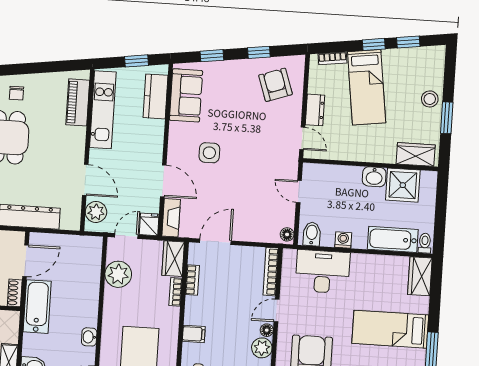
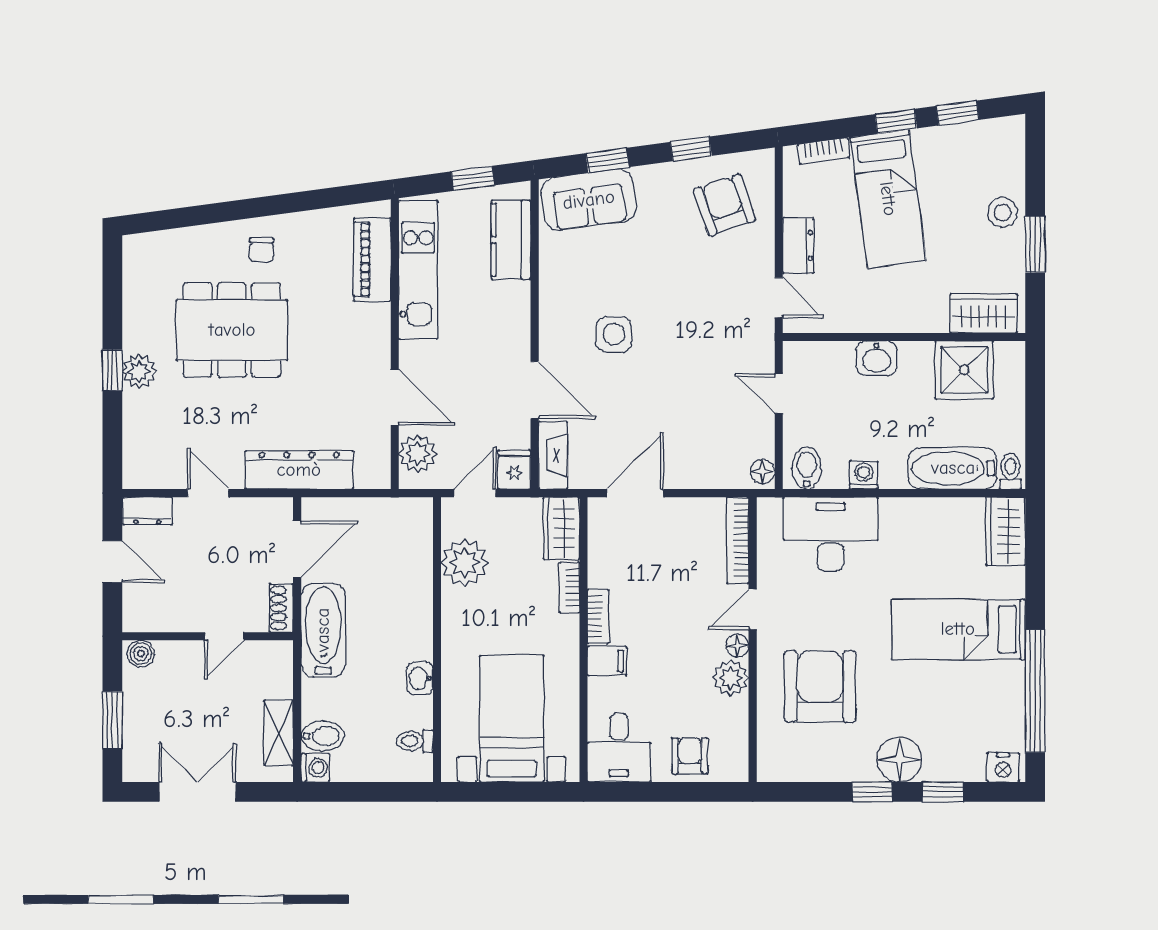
sofa: (186, 95) -> (589, 200), moved, turned 82
washbasin: (374, 177) -> (877, 358), moved
bookcase: (192, 280) -> (598, 617), moved

